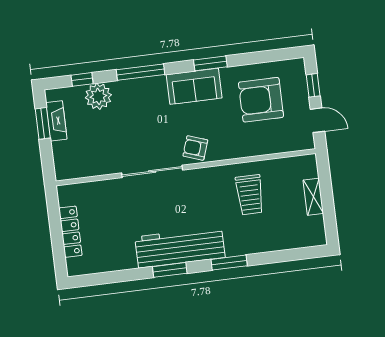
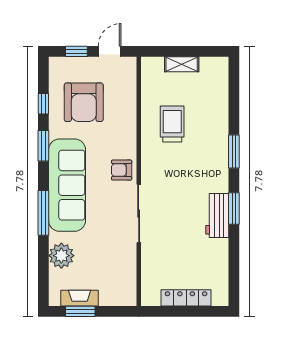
window: (82, 79) -> (43, 104), moved
sofa: (194, 86) -> (67, 185), width x1.85, depth x1.27
armchair: (195, 148) -> (122, 170), turned 71
trolley: (250, 195) -> (172, 124), turned -90
workbench: (180, 247) -> (217, 216), width x0.53, depth x0.76

